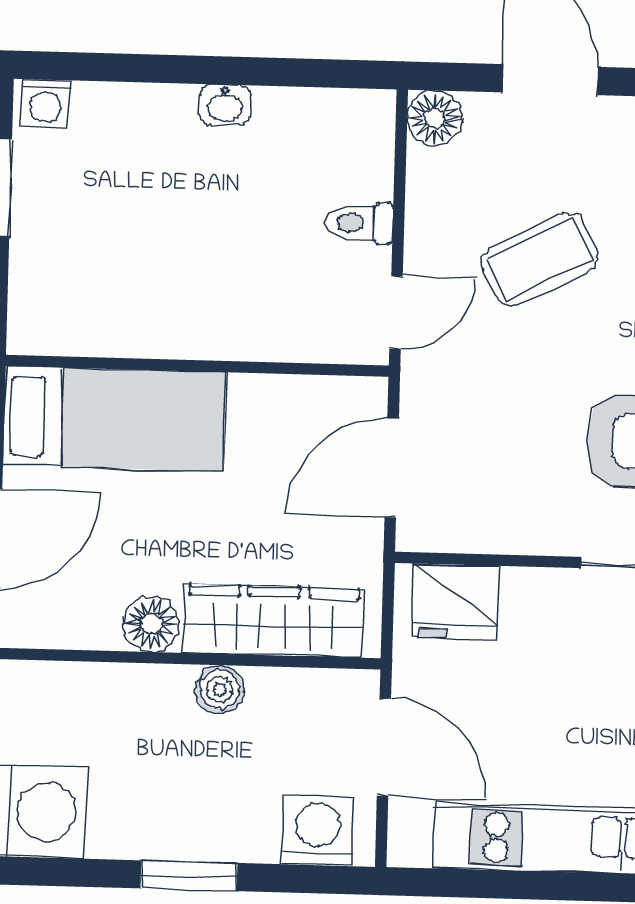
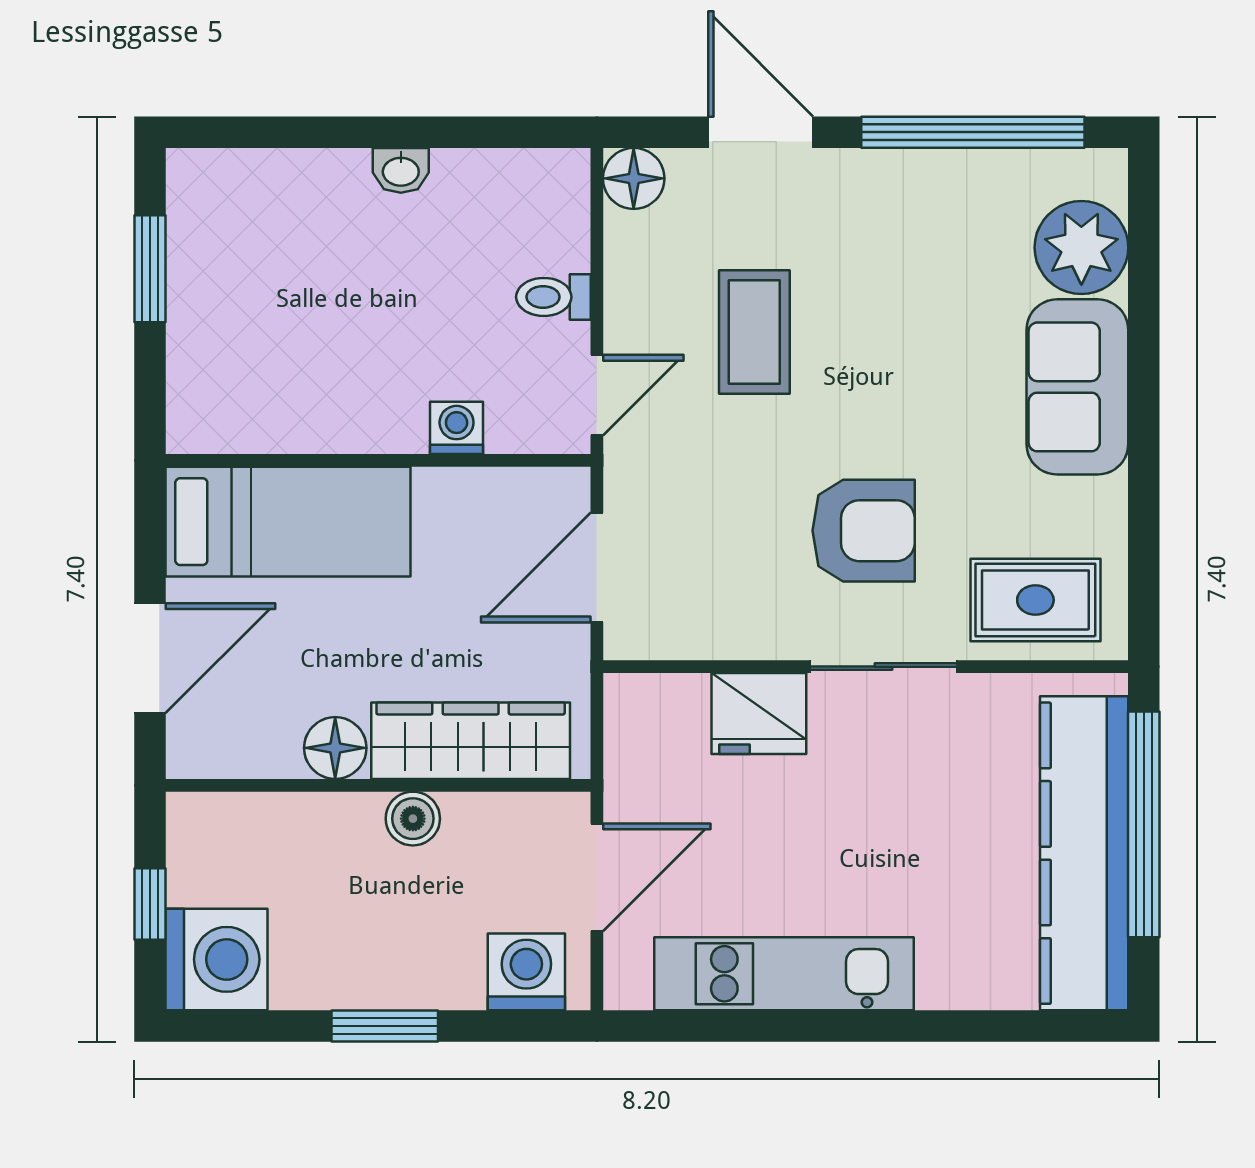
washing machine: (46, 103) -> (457, 428), moved, turned 180
coffee table: (540, 260) -> (754, 332), turned -63
fridge: (456, 601) -> (759, 713), moved
door: (384, 747) -> (597, 877), hinge flipped

